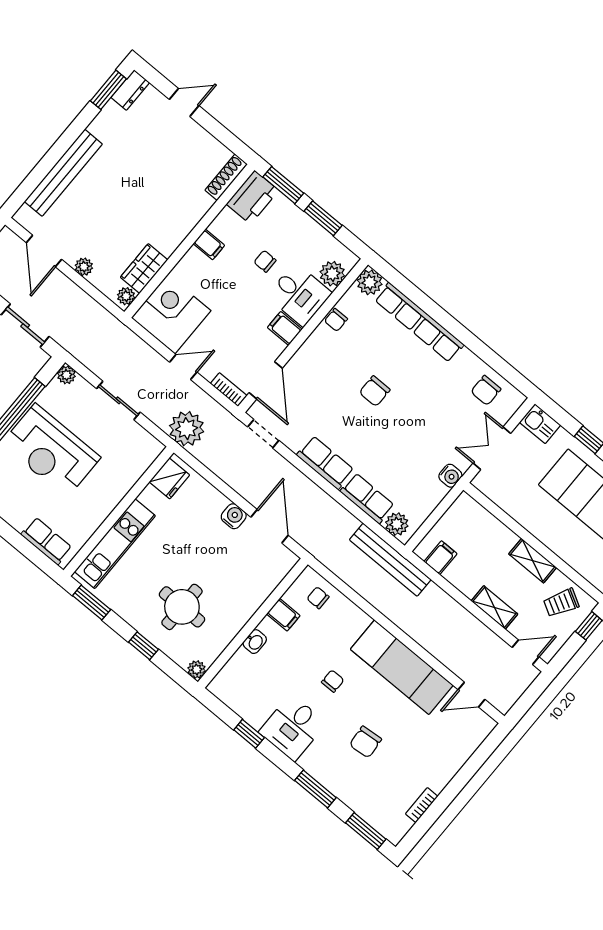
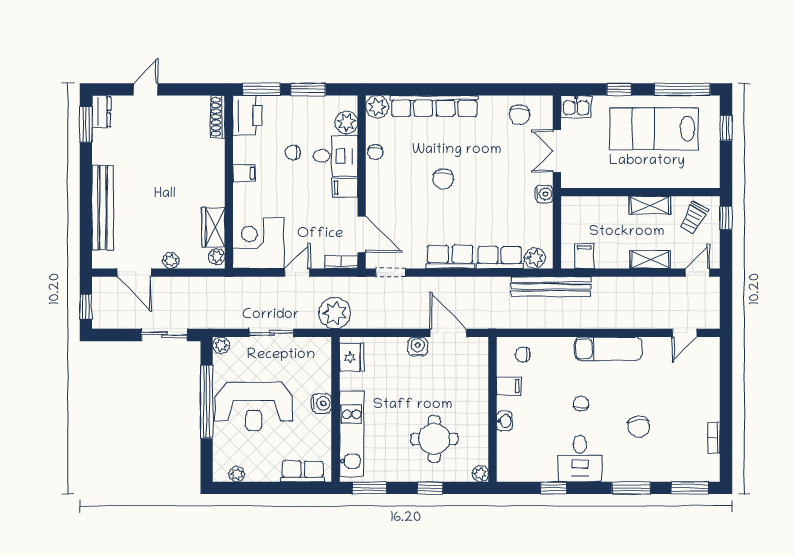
water cooler: (111, 496) -> (322, 403), added
exam couch: (402, 667) -> (608, 349), width x0.73, depth x0.69

